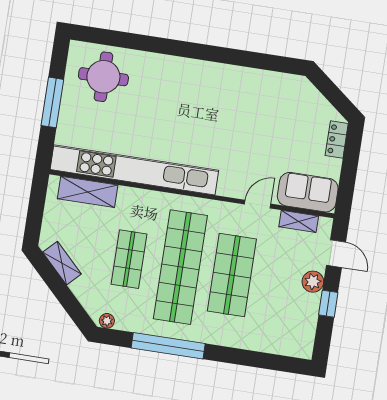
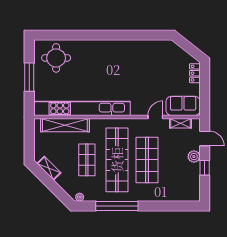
shelving: (88, 192) -> (65, 125), width x1.47

